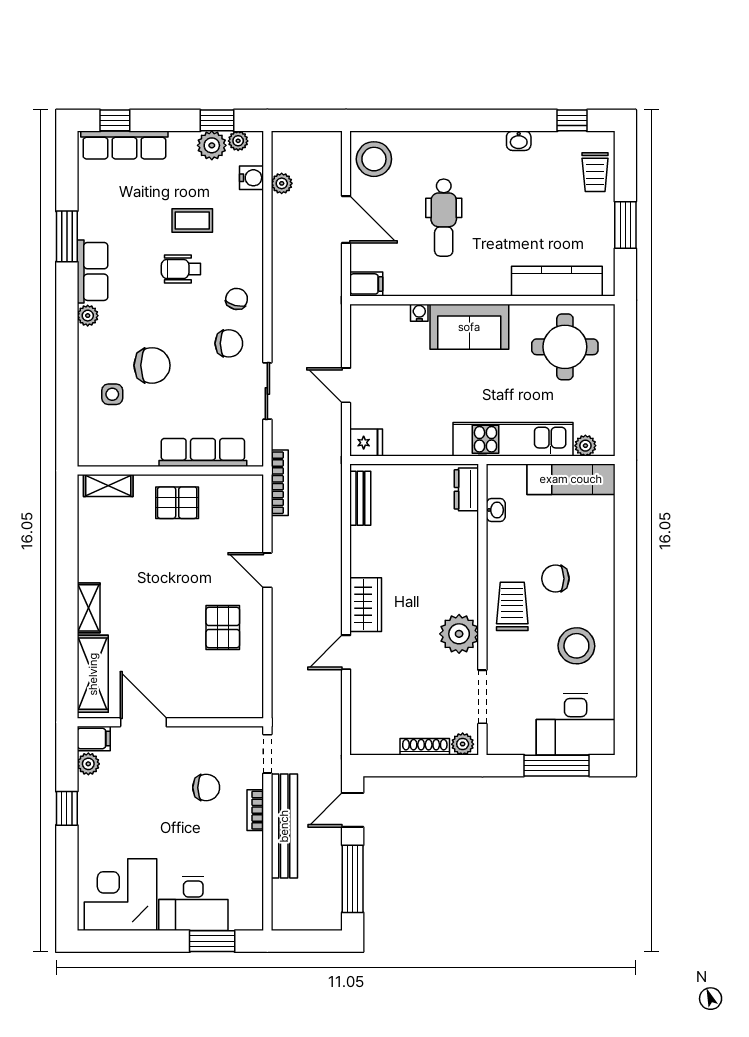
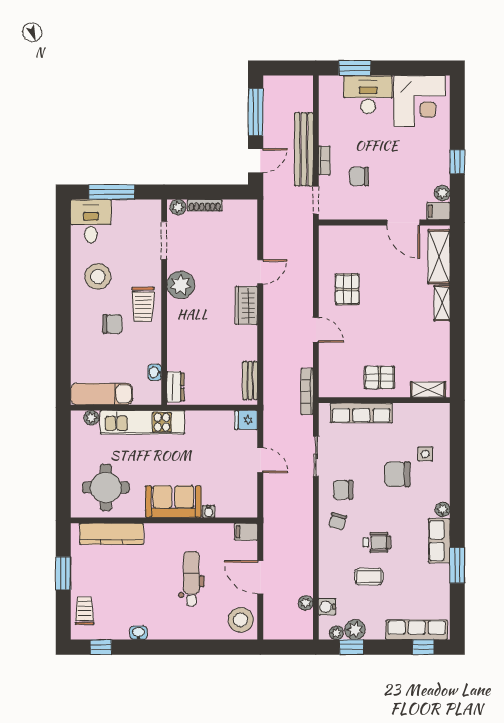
desk: (576, 724) -> (91, 221), width x0.73

